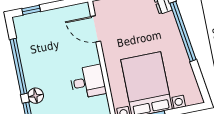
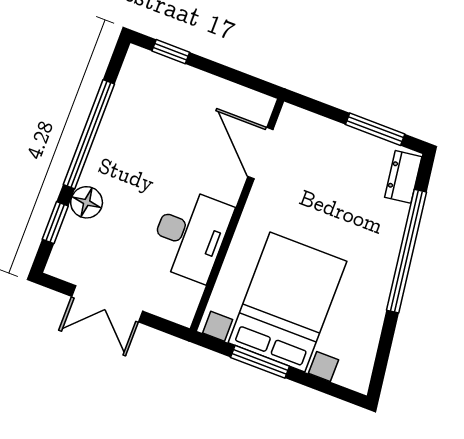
desk: (88, 82) -> (190, 235), width x1.37

